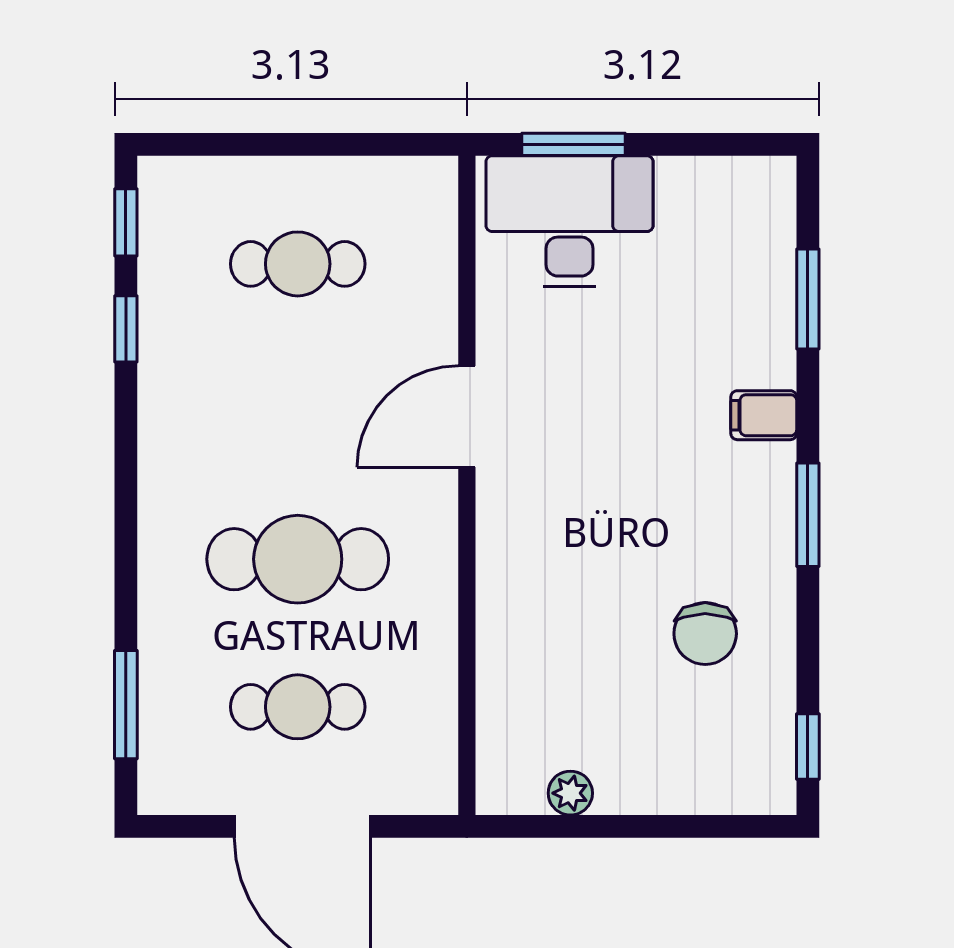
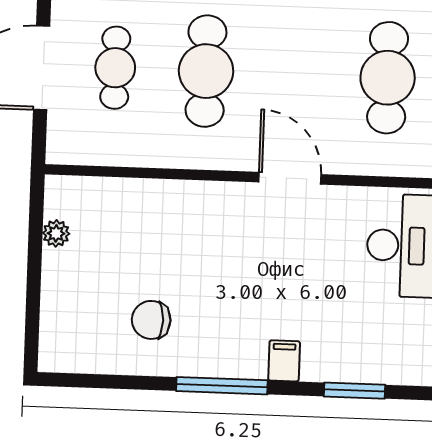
cafe table: (298, 264) -> (388, 78), width x1.37, depth x1.35
window: (808, 515) -> (222, 386), width x1.44
window: (808, 746) -> (79, 381), removed

